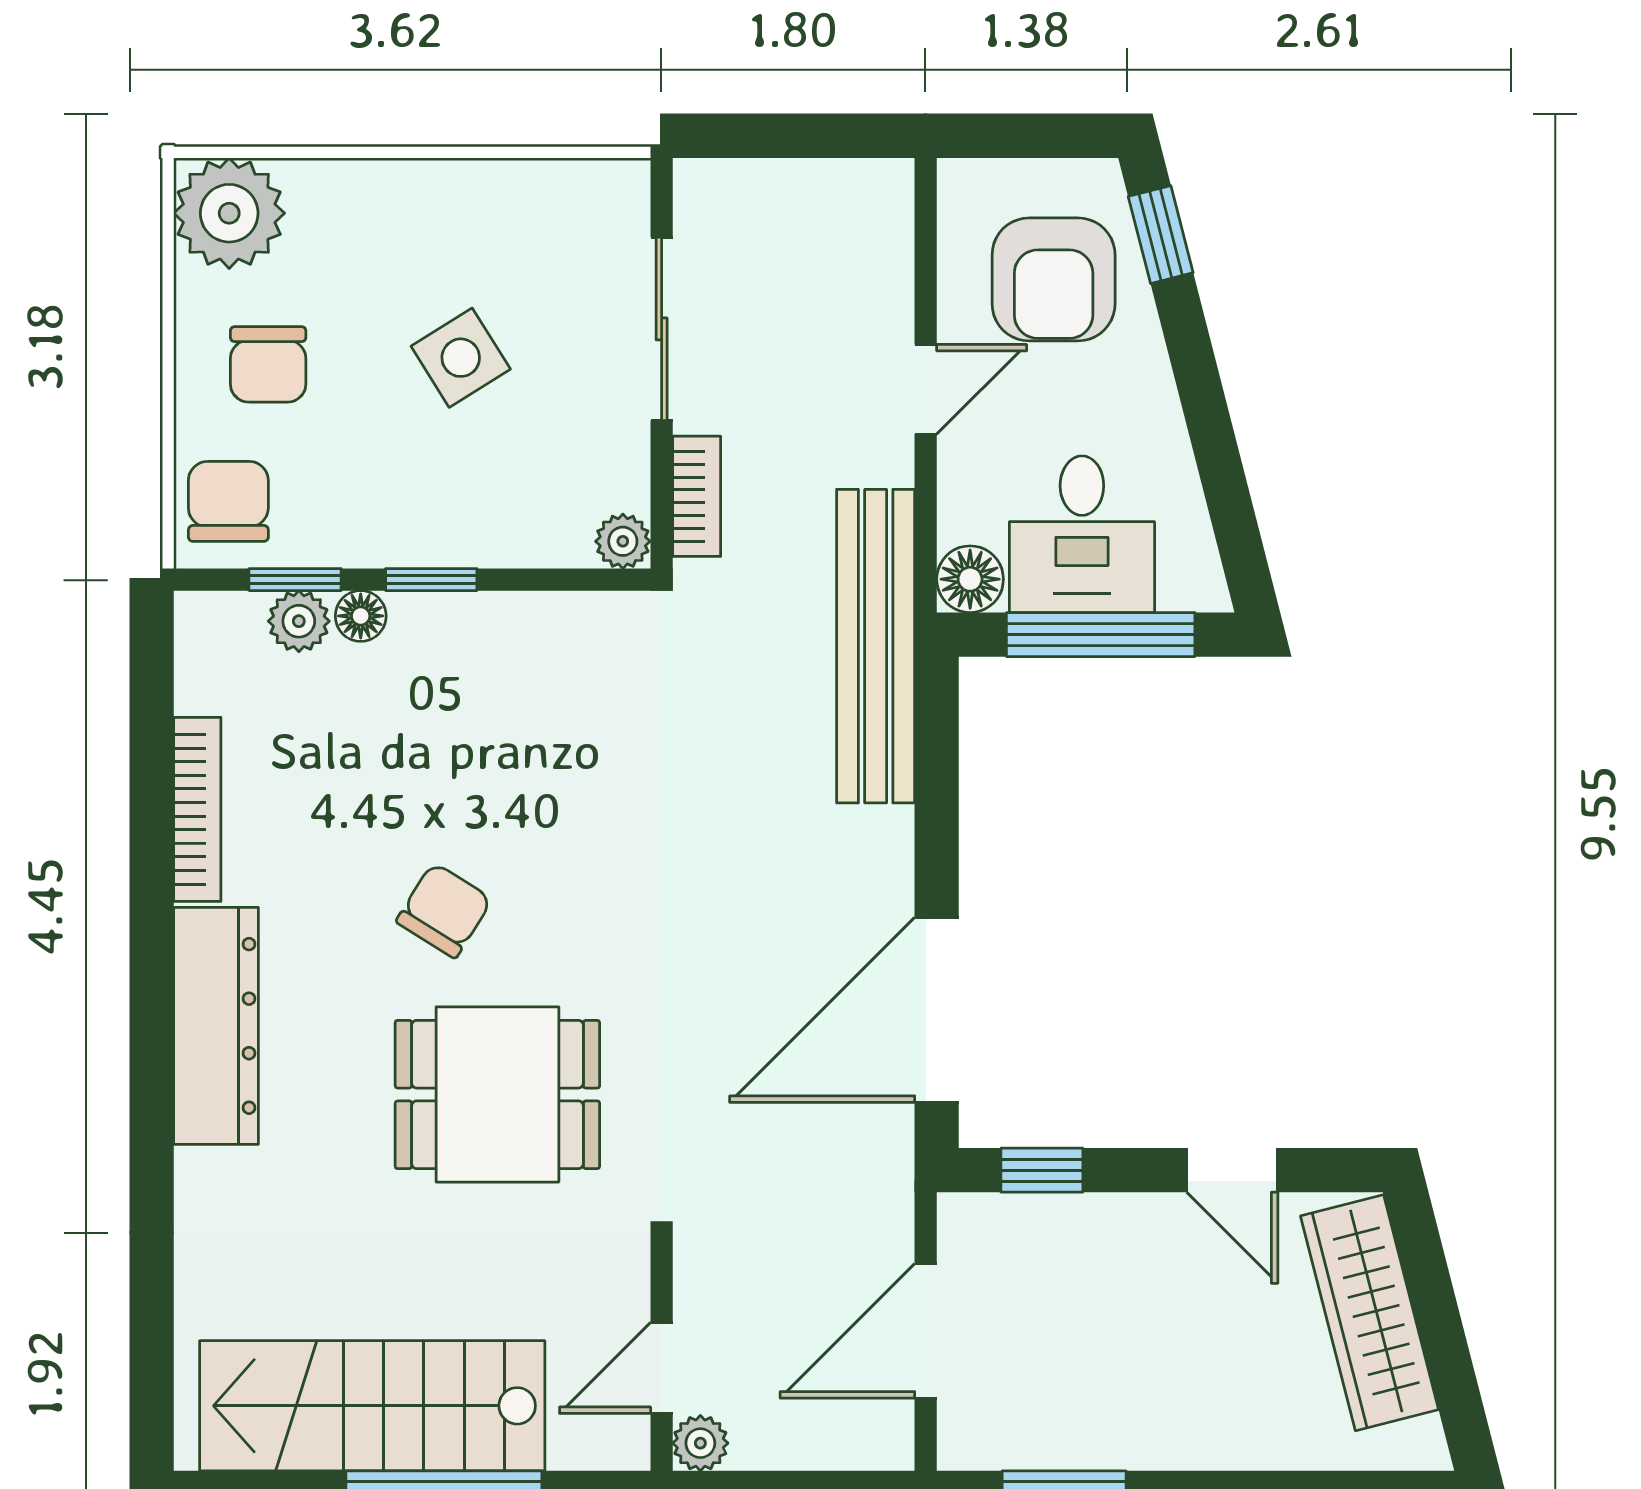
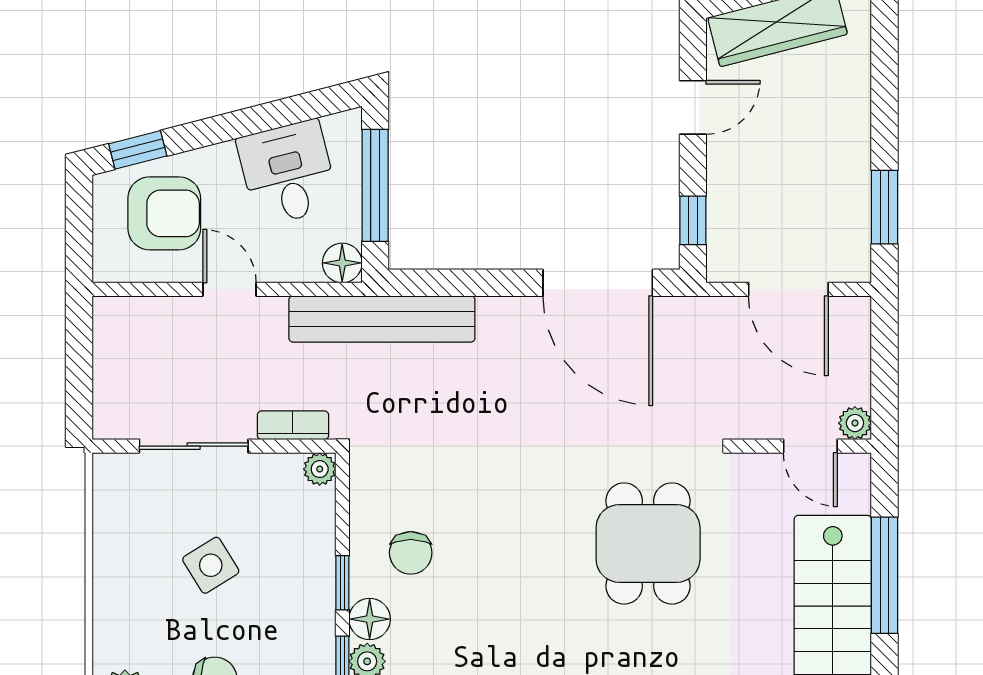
desk: (1082, 534) -> (288, 173), moved, turned -104
floor lamp: (361, 616) -> (370, 619), width x1.37, depth x1.37
chair: (444, 910) -> (411, 553), moved, turned -122

